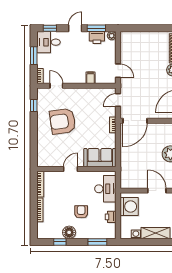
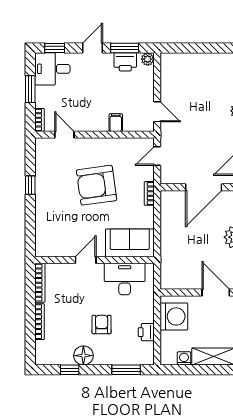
window: (34, 105) -> (30, 185), moved
armchair: (63, 121) -> (97, 185), moved
door: (135, 121) -> (204, 187), moved
desk: (105, 189) -> (125, 279), moved, turned -90

